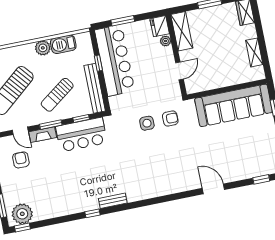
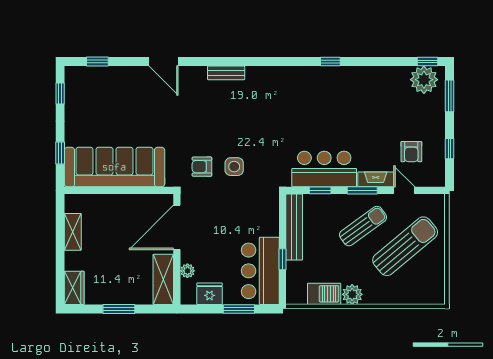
fridge: (160, 26) -> (210, 294), moved, turned -90
bar counter: (115, 60) -> (260, 271), width x0.73
door: (180, 71) -> (177, 227), width x1.87
sun lounger: (57, 95) -> (363, 226), moved
bench: (113, 201) -> (226, 73), moved

